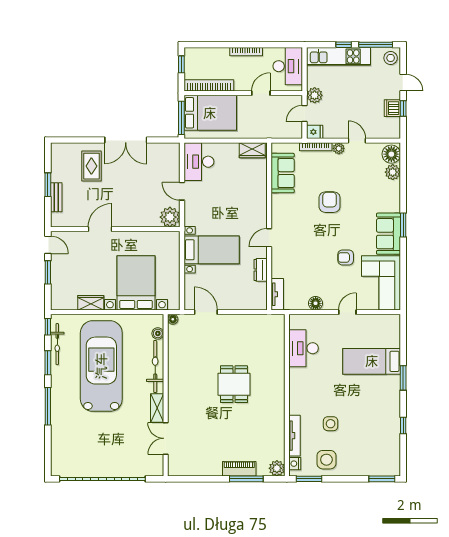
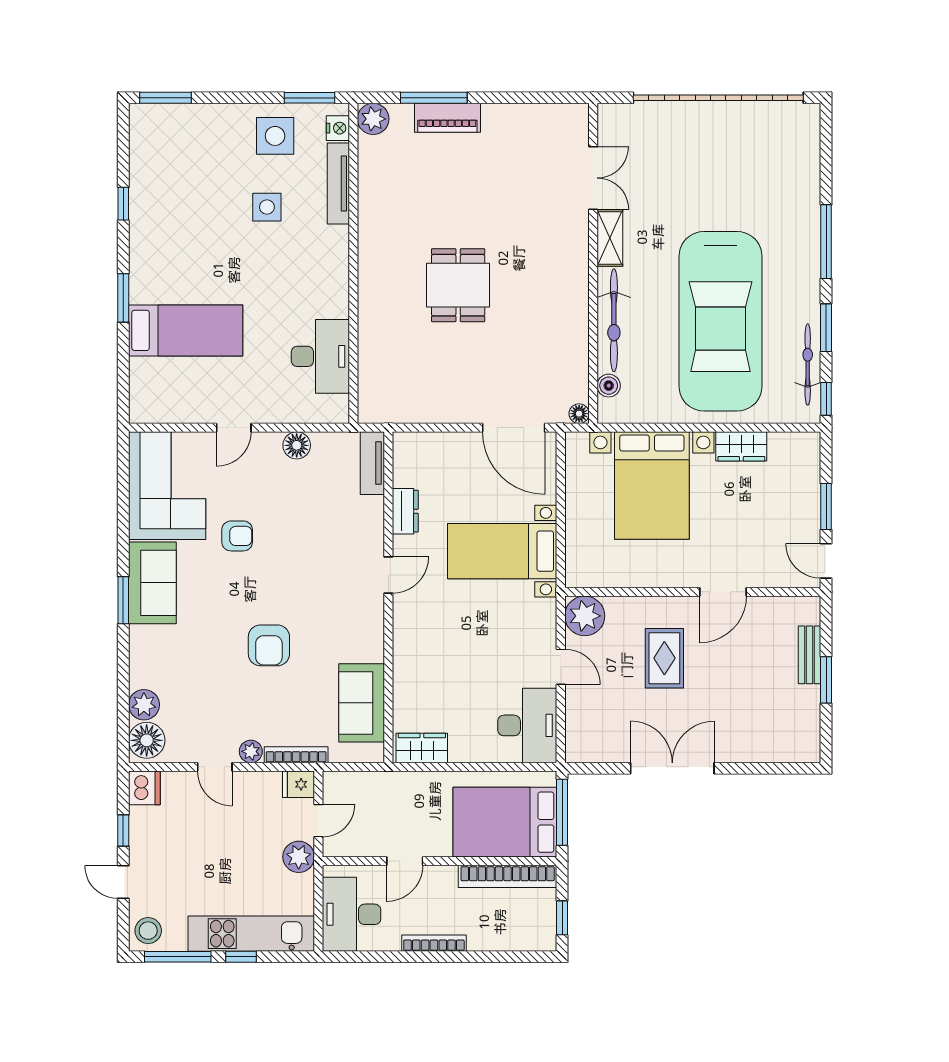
dishwasher: (392, 108) -> (144, 788), moved
rug: (91, 166) -> (664, 658), moved
door: (206, 312) -> (514, 428), width x1.36

